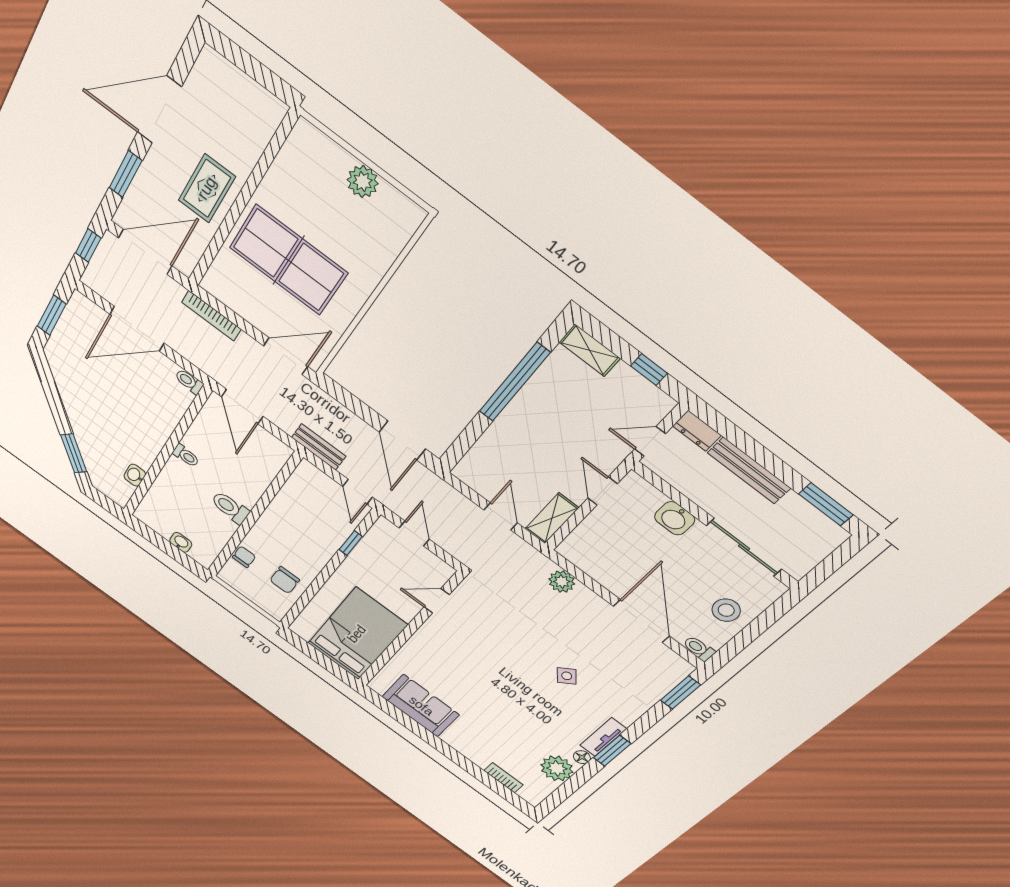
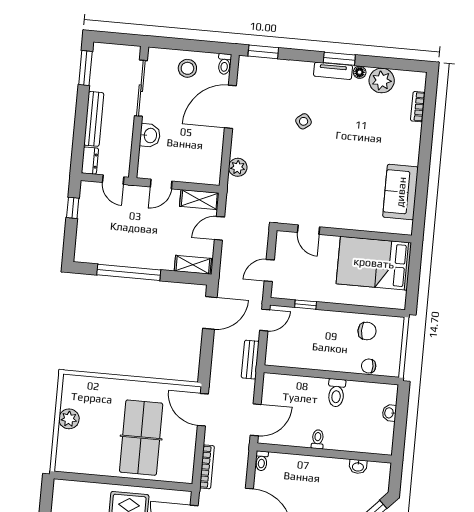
shelving: (590, 350) -> (193, 265), moved, turned 90

